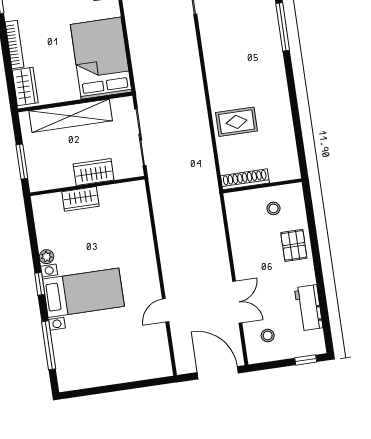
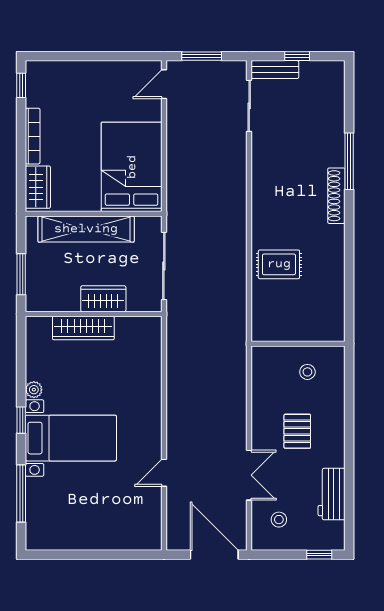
shoe rack: (245, 179) -> (336, 196), moved, turned -90
wardrobe: (80, 199) -> (83, 328), width x1.50
pallet: (294, 245) -> (297, 431), moved

